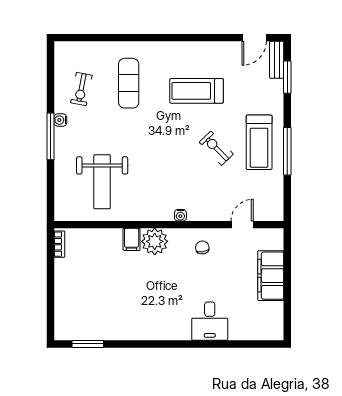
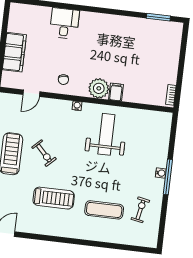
exercise mat: (129, 83) -> (104, 210), turned 90
water cooler: (60, 120) -> (161, 173), moved
weight bench: (102, 182) -> (106, 134), moved

